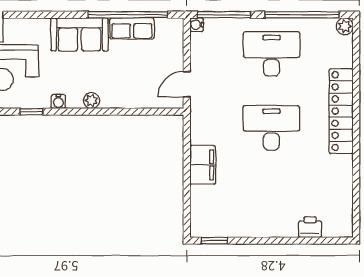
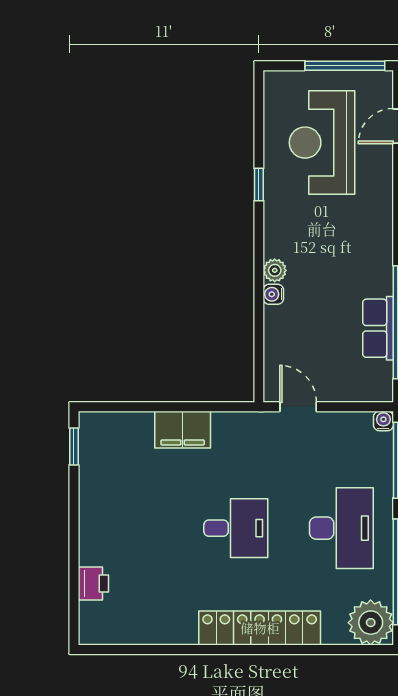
plant: (345, 26) -> (371, 623), width x1.87, depth x1.87
sofa: (79, 34) -> (369, 253), removed
water cooler: (58, 101) -> (273, 294), moved
desk: (271, 128) -> (236, 528), width x0.73

